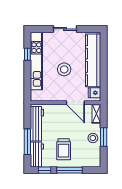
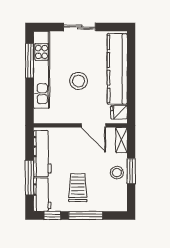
window: (27, 54) -> (29, 61), width x2.17
trolley: (64, 149) -> (78, 188), turned 180

